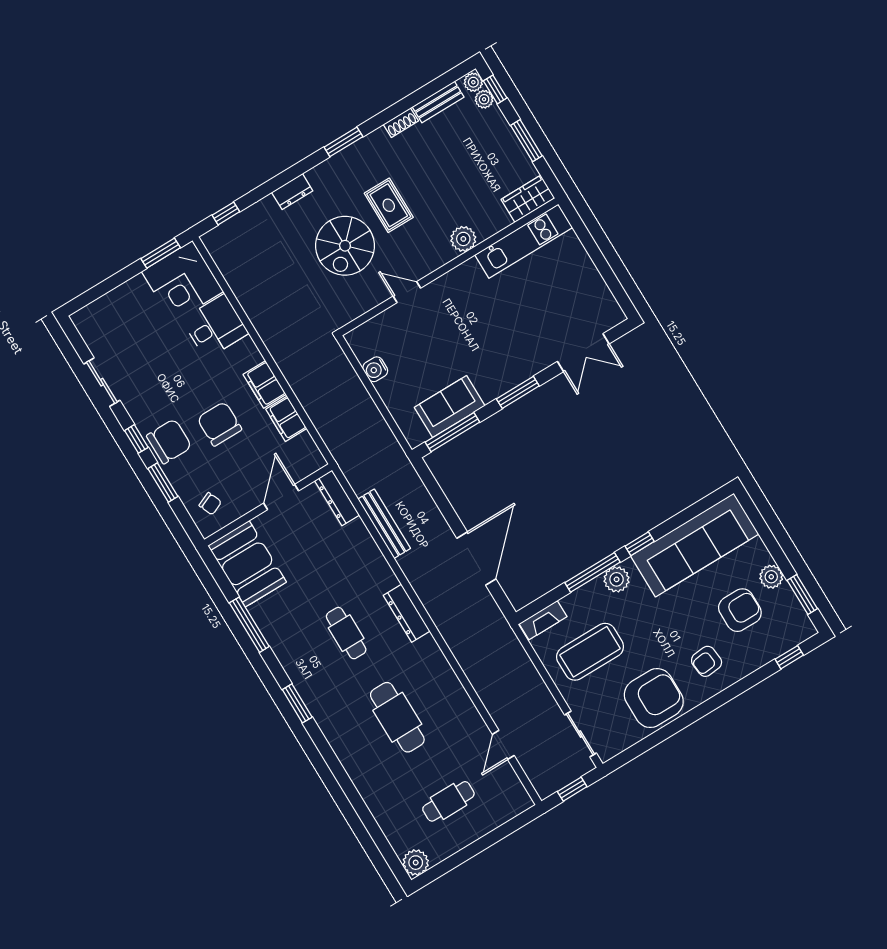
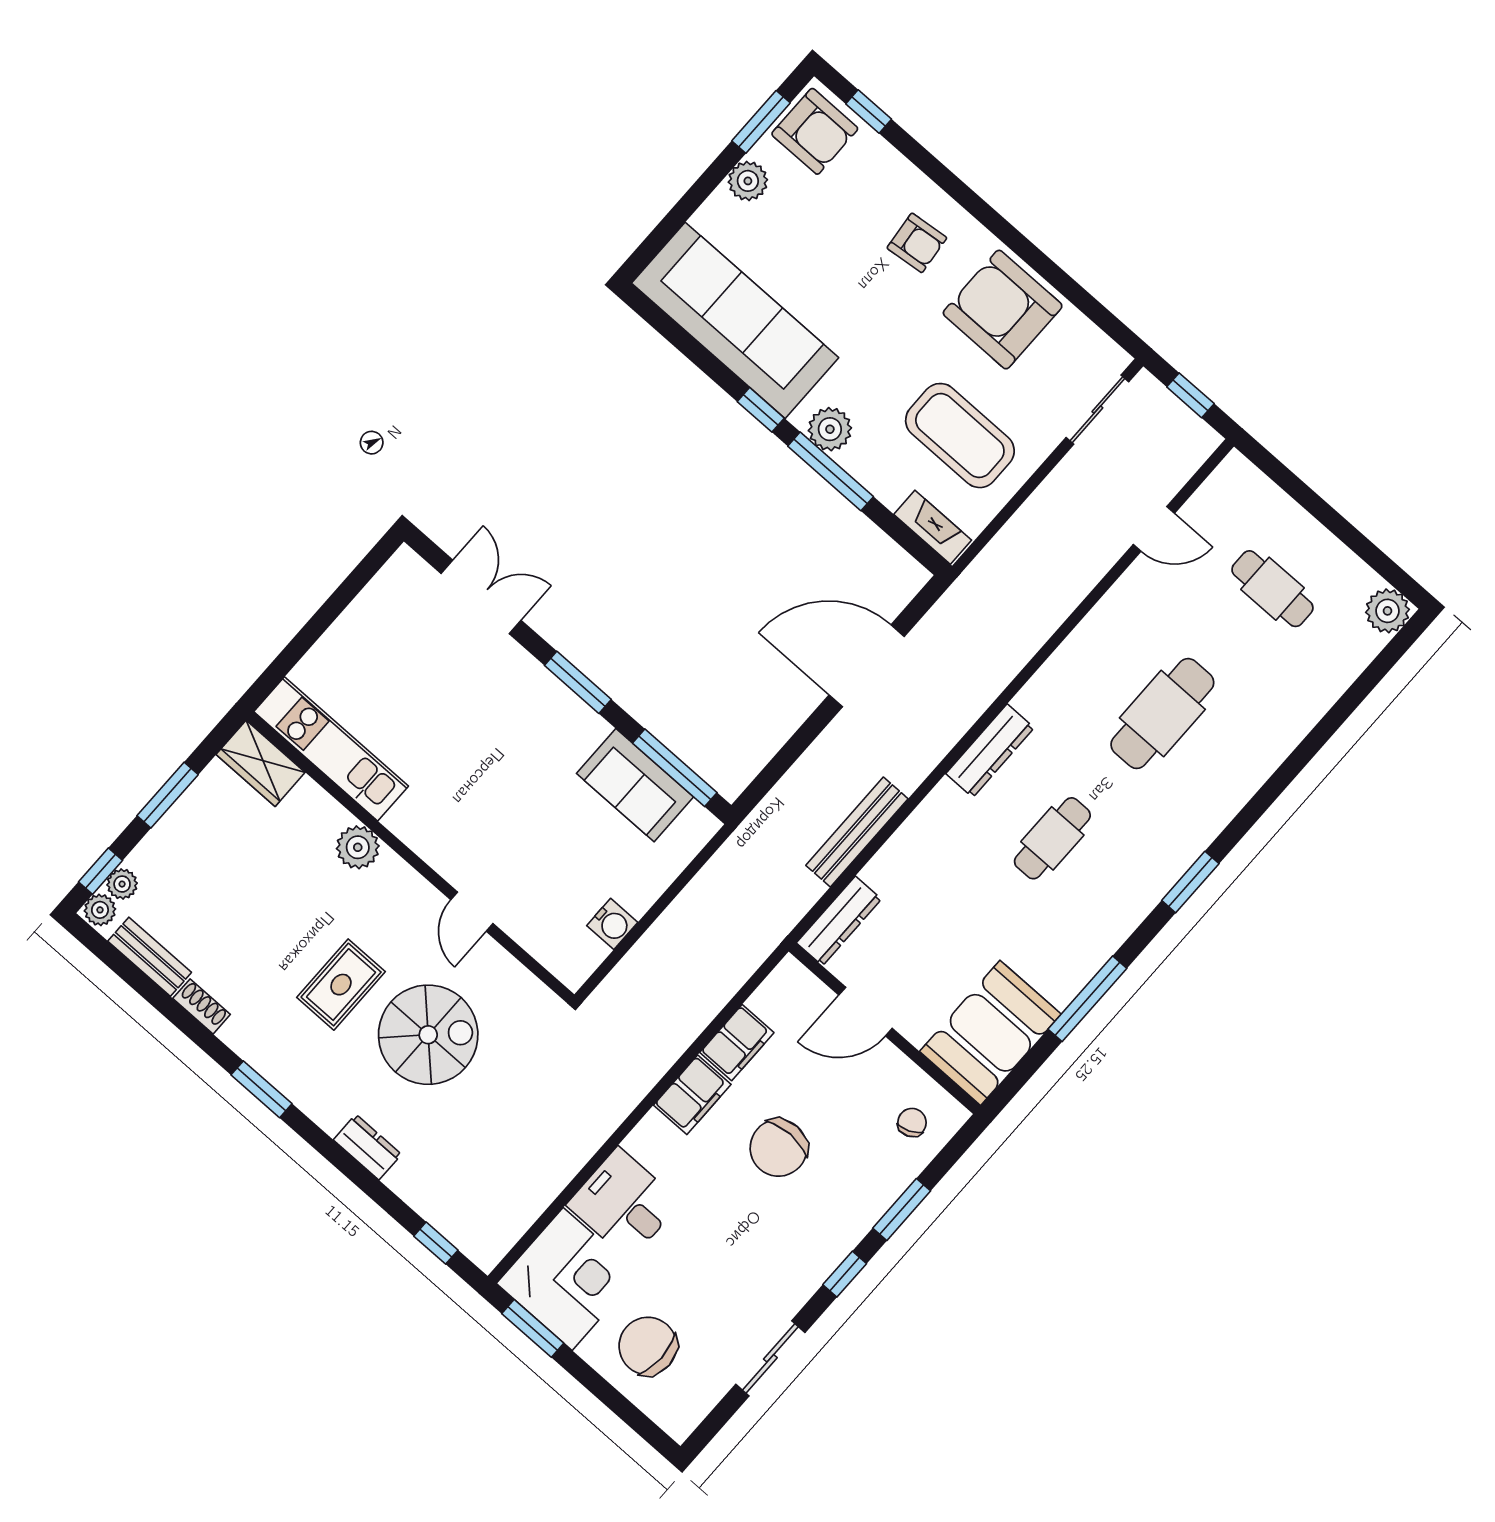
chair: (169, 441) -> (648, 1346), moved
armchair: (740, 610) -> (815, 131), moved, turned 180

